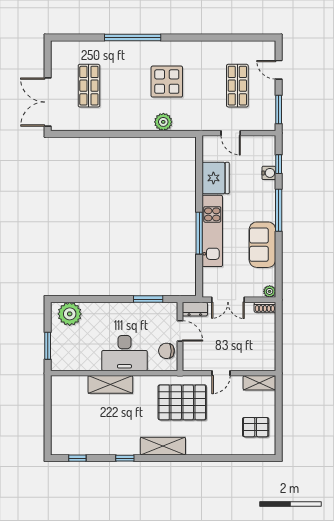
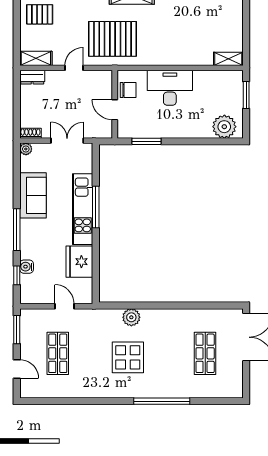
dresser: (195, 309) -> (32, 77), moved, turned 180
shelving: (110, 384) -> (228, 59), moved, width x0.67, depth x0.75

